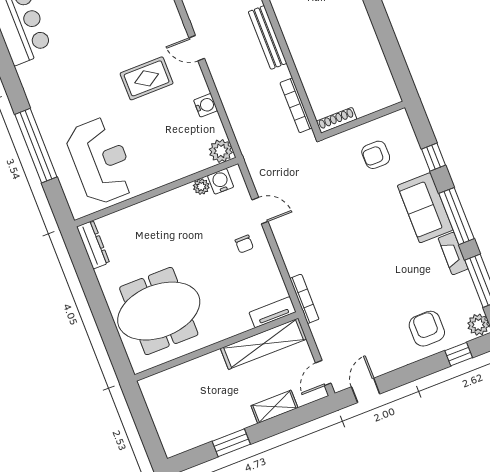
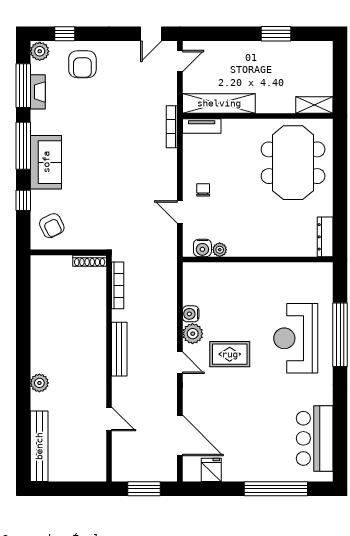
plant: (221, 151) -> (193, 334), moved
armchair: (376, 155) -> (52, 226), moved, turned 64
reception desk: (101, 161) -> (296, 338), moved
fireplace: (453, 253) -> (38, 92), moved
meeting table: (159, 311) -> (293, 163), turned 90
shelving: (274, 407) -> (314, 105), moved

